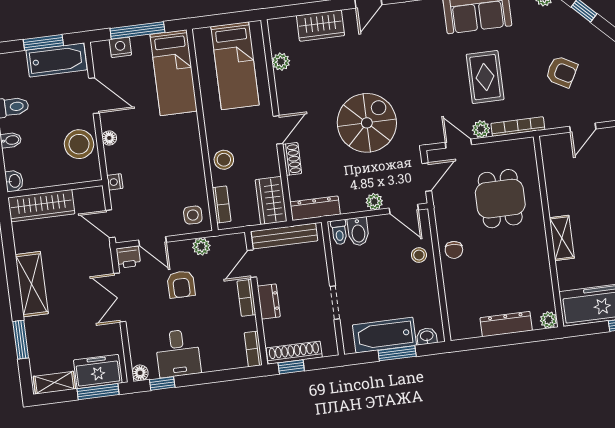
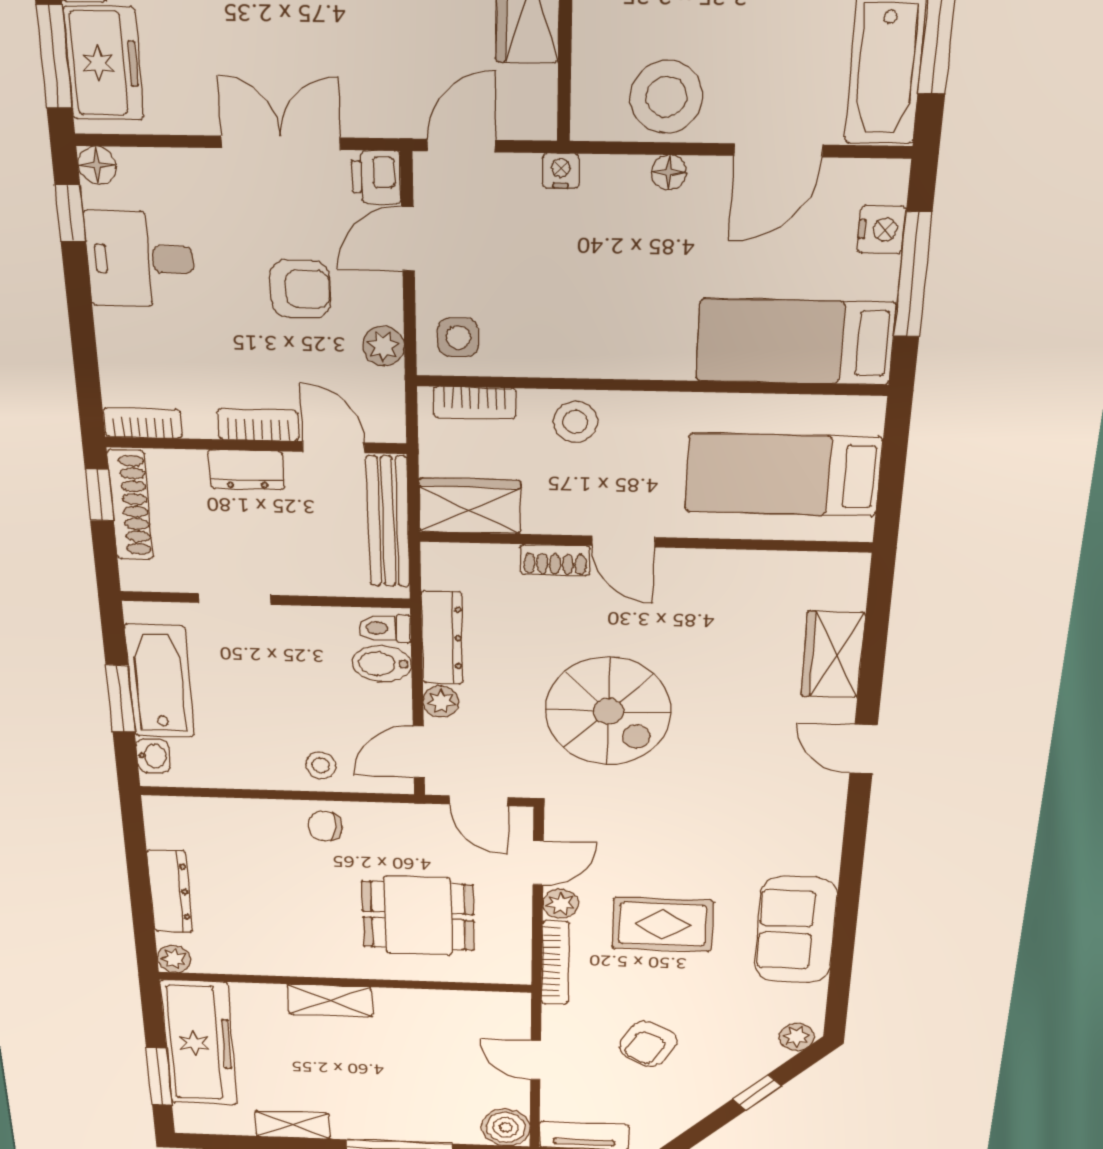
plant: (281, 62) -> (772, 568), removed
dresser: (315, 208) -> (442, 638), moved
armchair: (181, 284) -> (300, 289), turned 180

